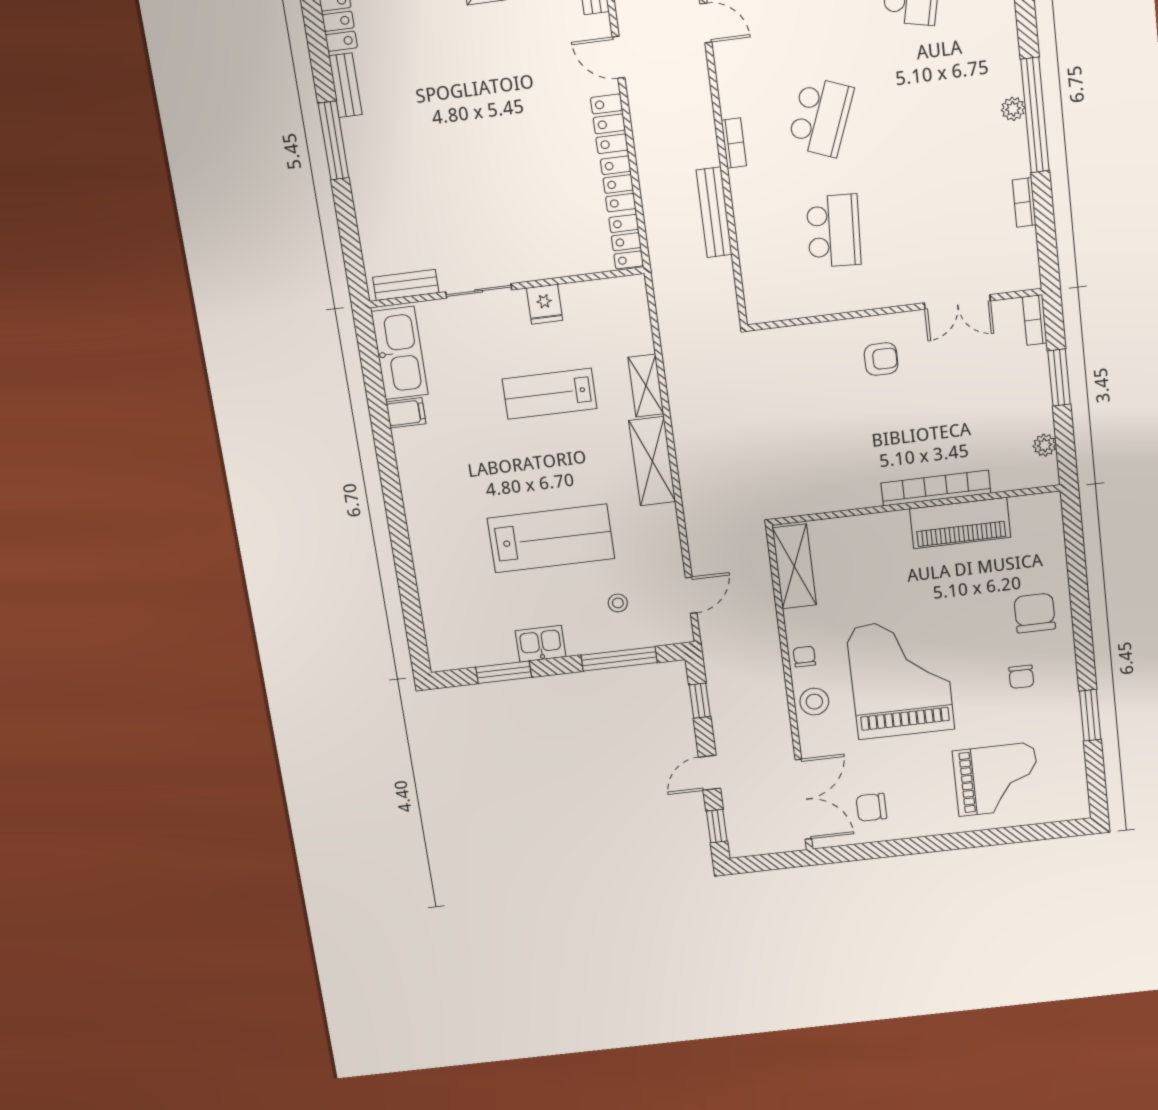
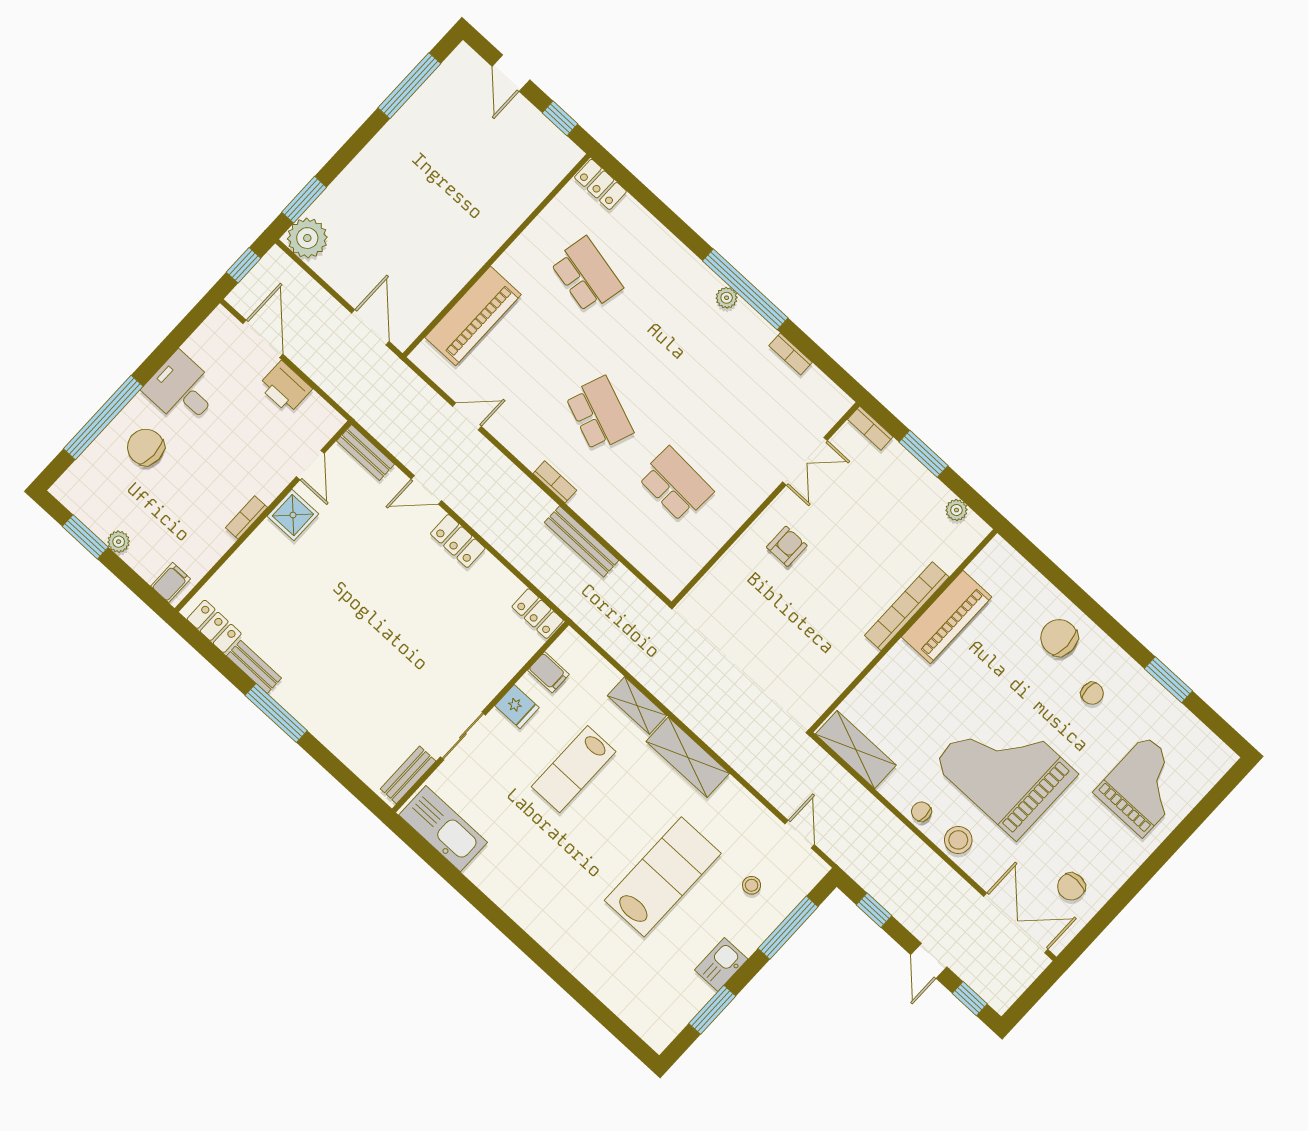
locker: (618, 184) -> (498, 578), removed
filing cabinet: (406, 413) -> (548, 672), moved, turned 90

